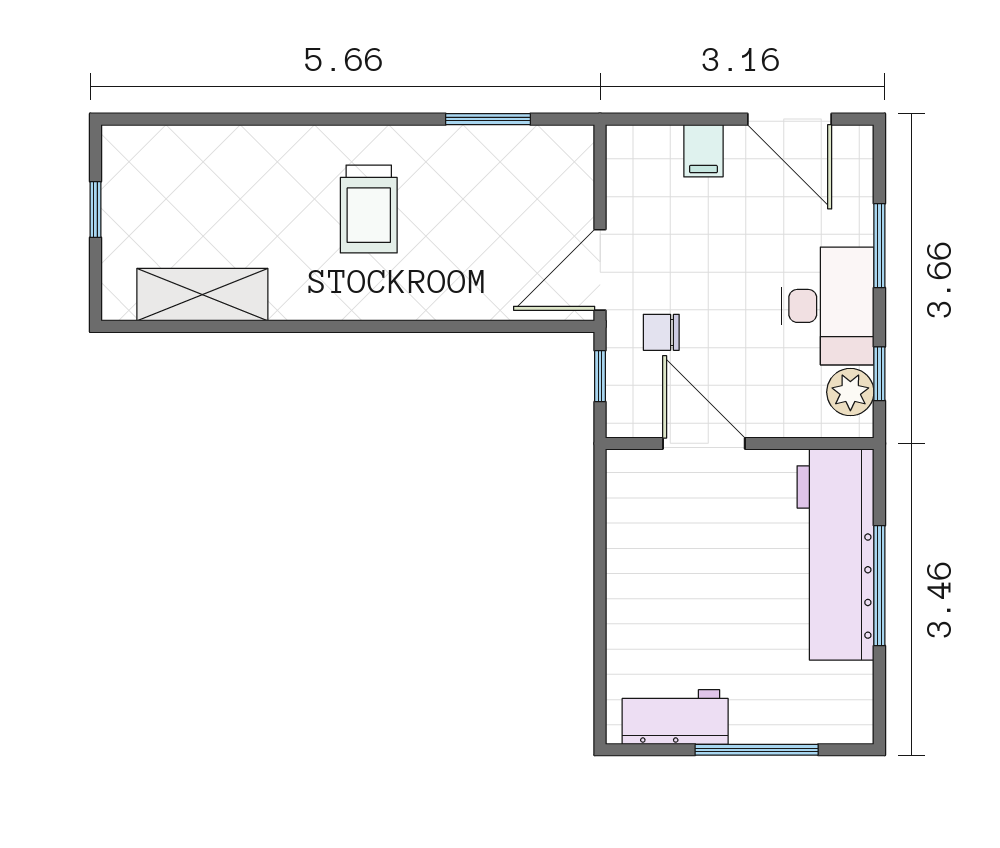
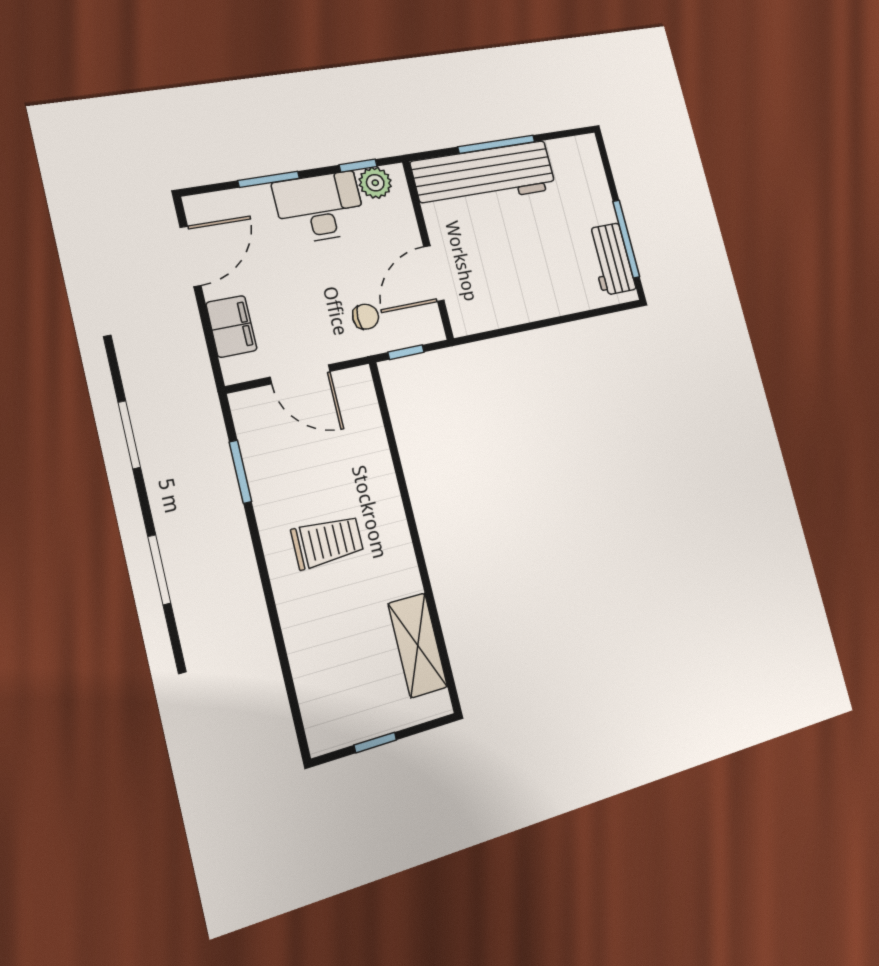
filing cabinet: (703, 151) -> (231, 326), width x2.00
door: (600, 270) -> (300, 374), moved
chair: (661, 332) -> (366, 317), turned -90
window: (757, 750) -> (626, 239), moved

